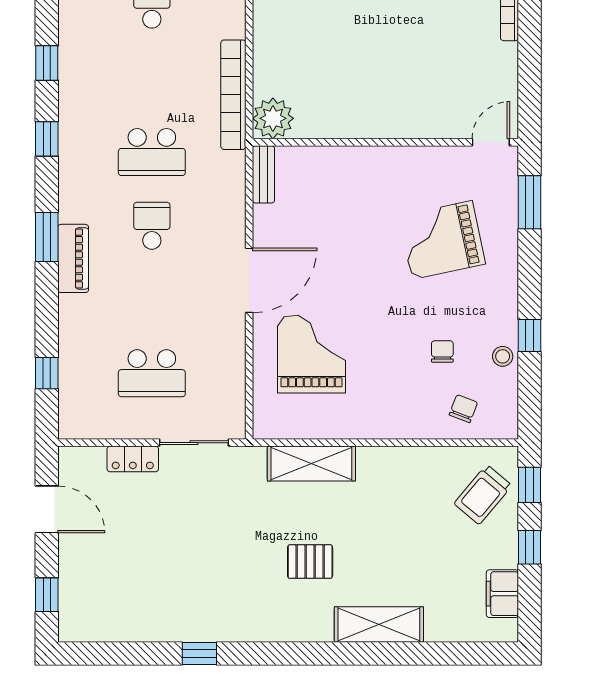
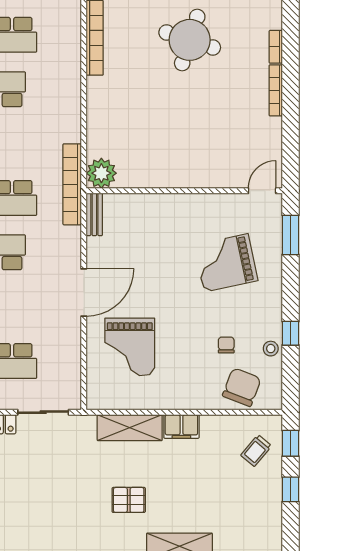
bookcase: (233, 95) -> (72, 184), moved
grand piano: (312, 354) -> (130, 347), turned 180
chair: (463, 409) -> (242, 387), width x1.87, depth x1.87
trolley: (483, 495) -> (256, 451), width x0.73, depth x0.72
filing cabinet: (502, 594) -> (181, 426), moved, turned -90

